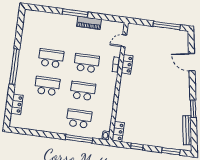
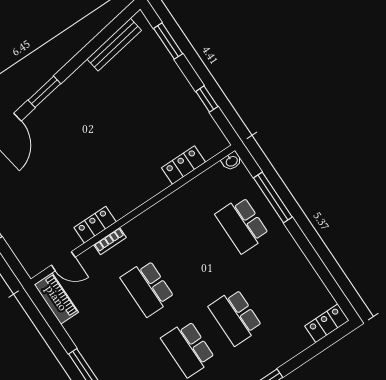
piano: (89, 23) -> (56, 298), moved
school desk: (83, 91) -> (195, 256), removed
locker: (17, 104) -> (327, 323), moved
window: (193, 109) -> (44, 92), moved
locker: (118, 132) -> (183, 165), moved

